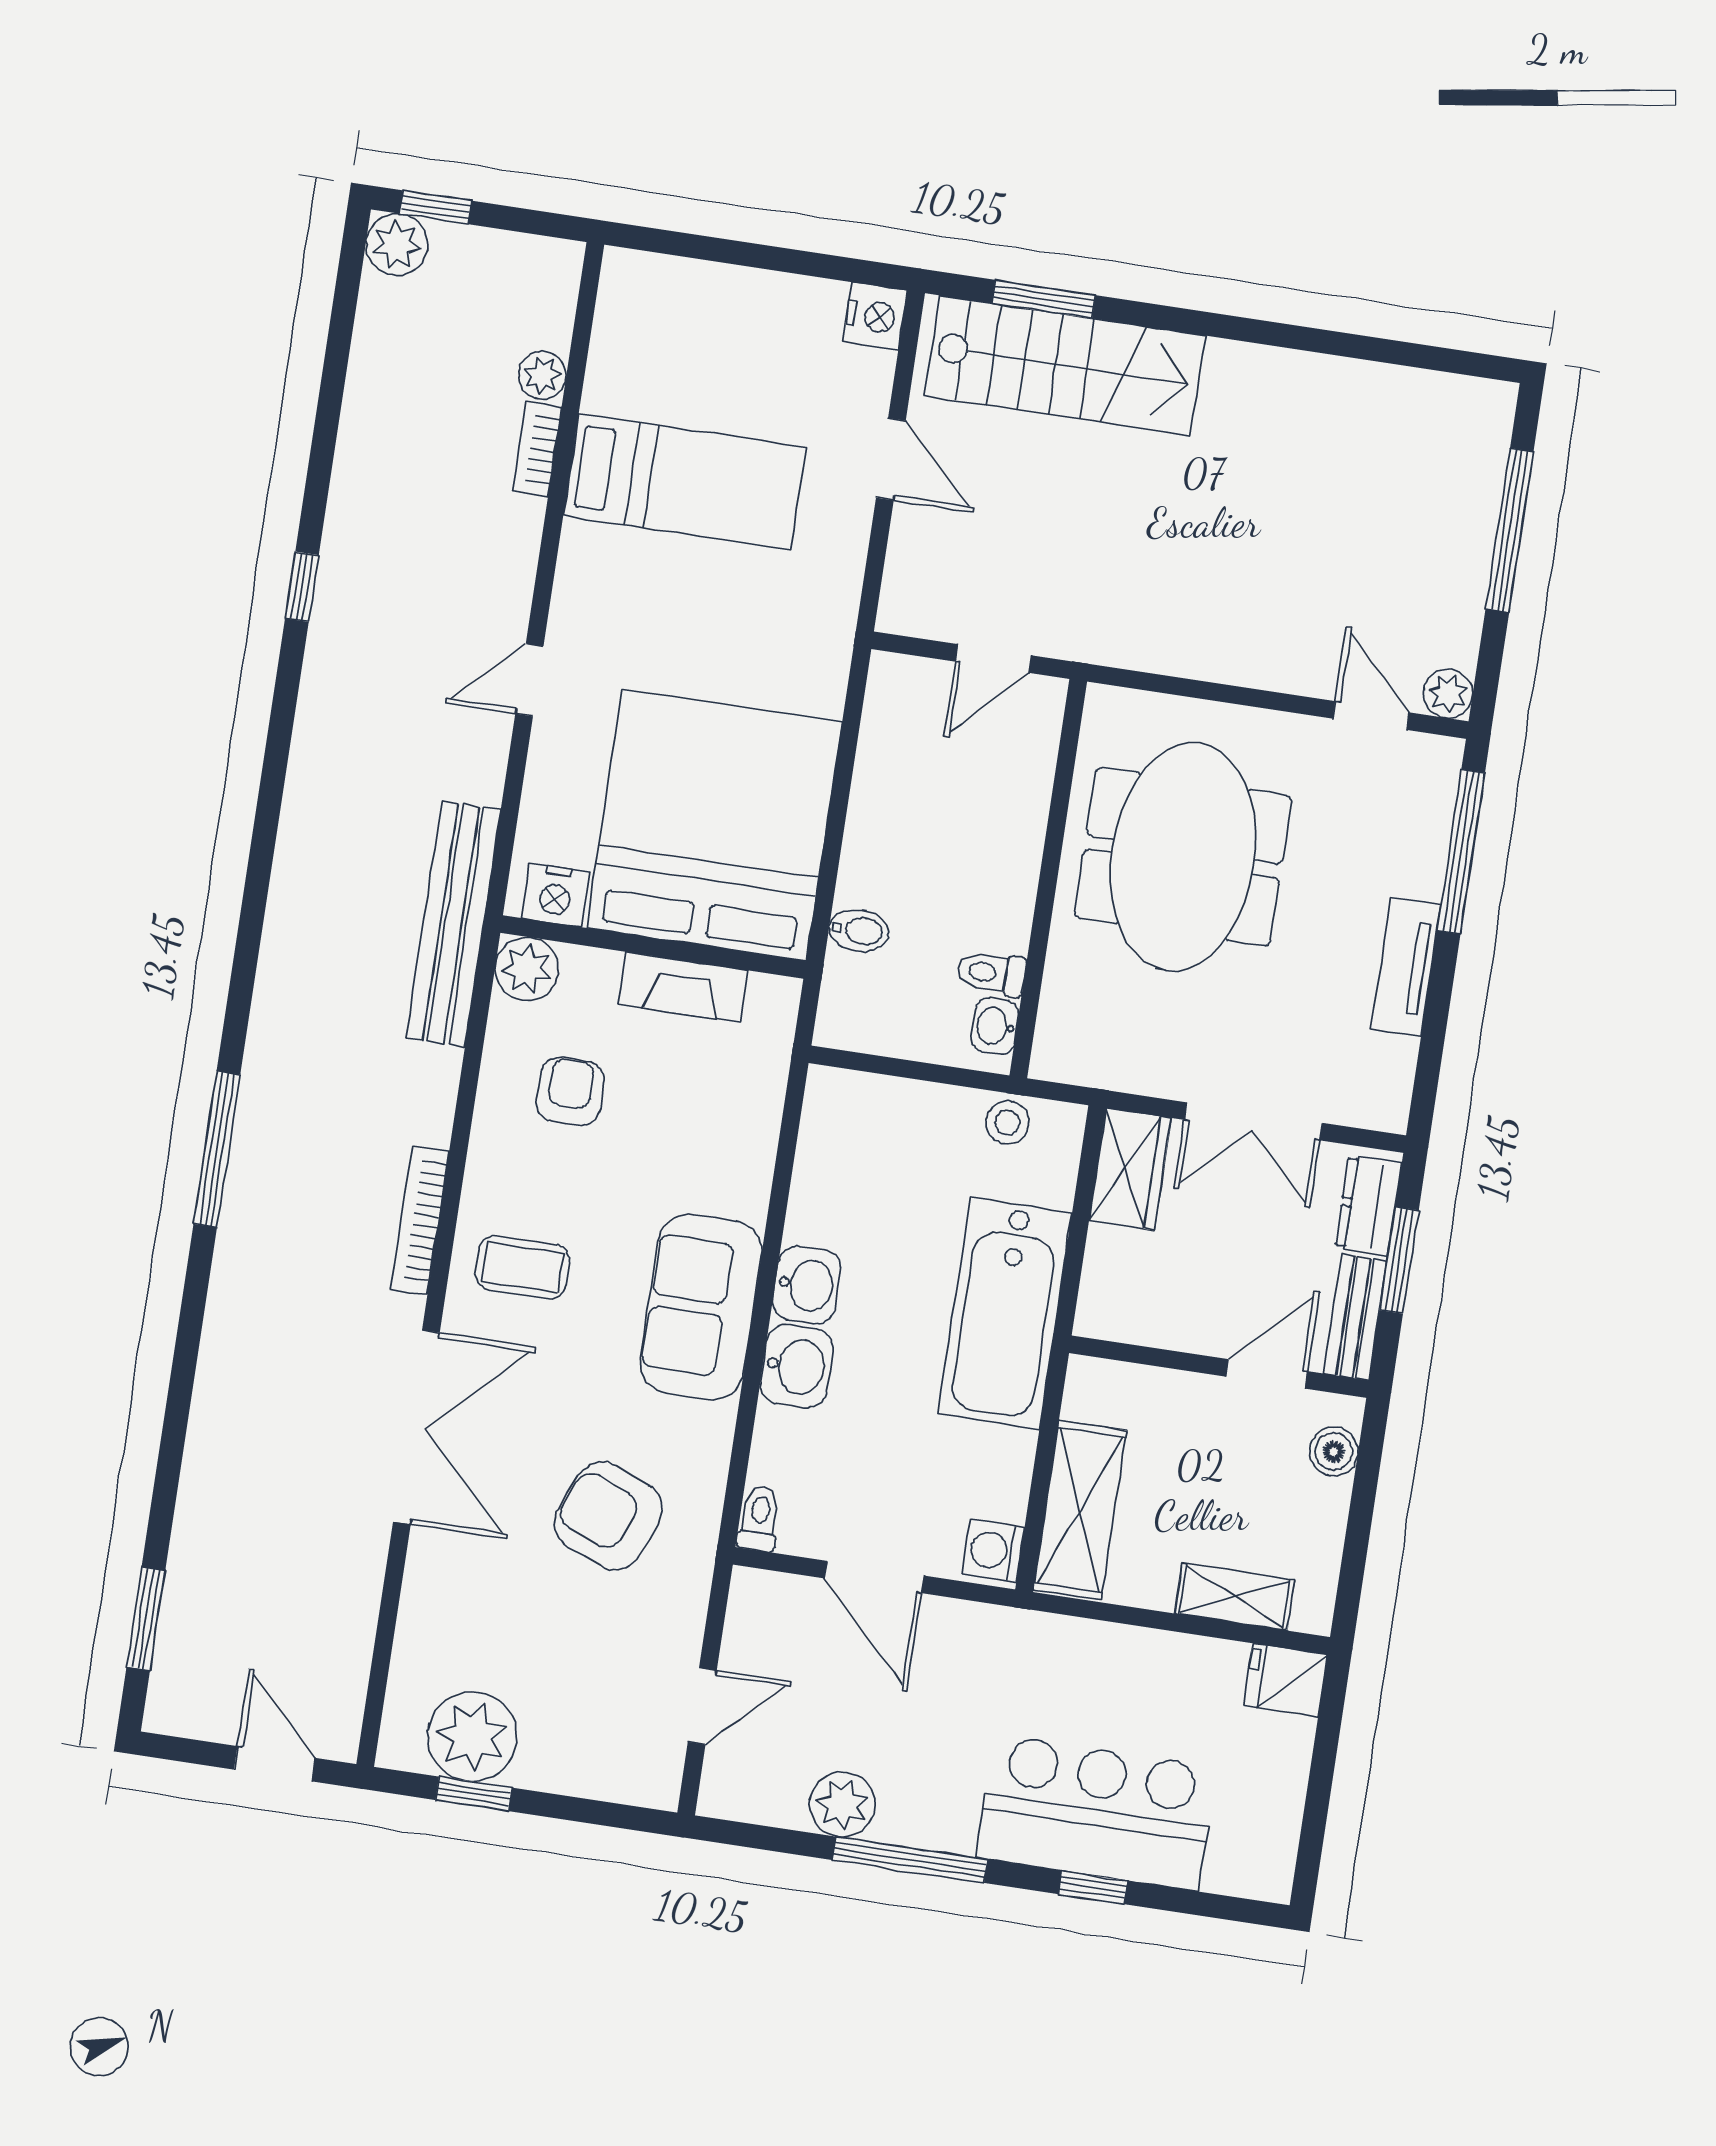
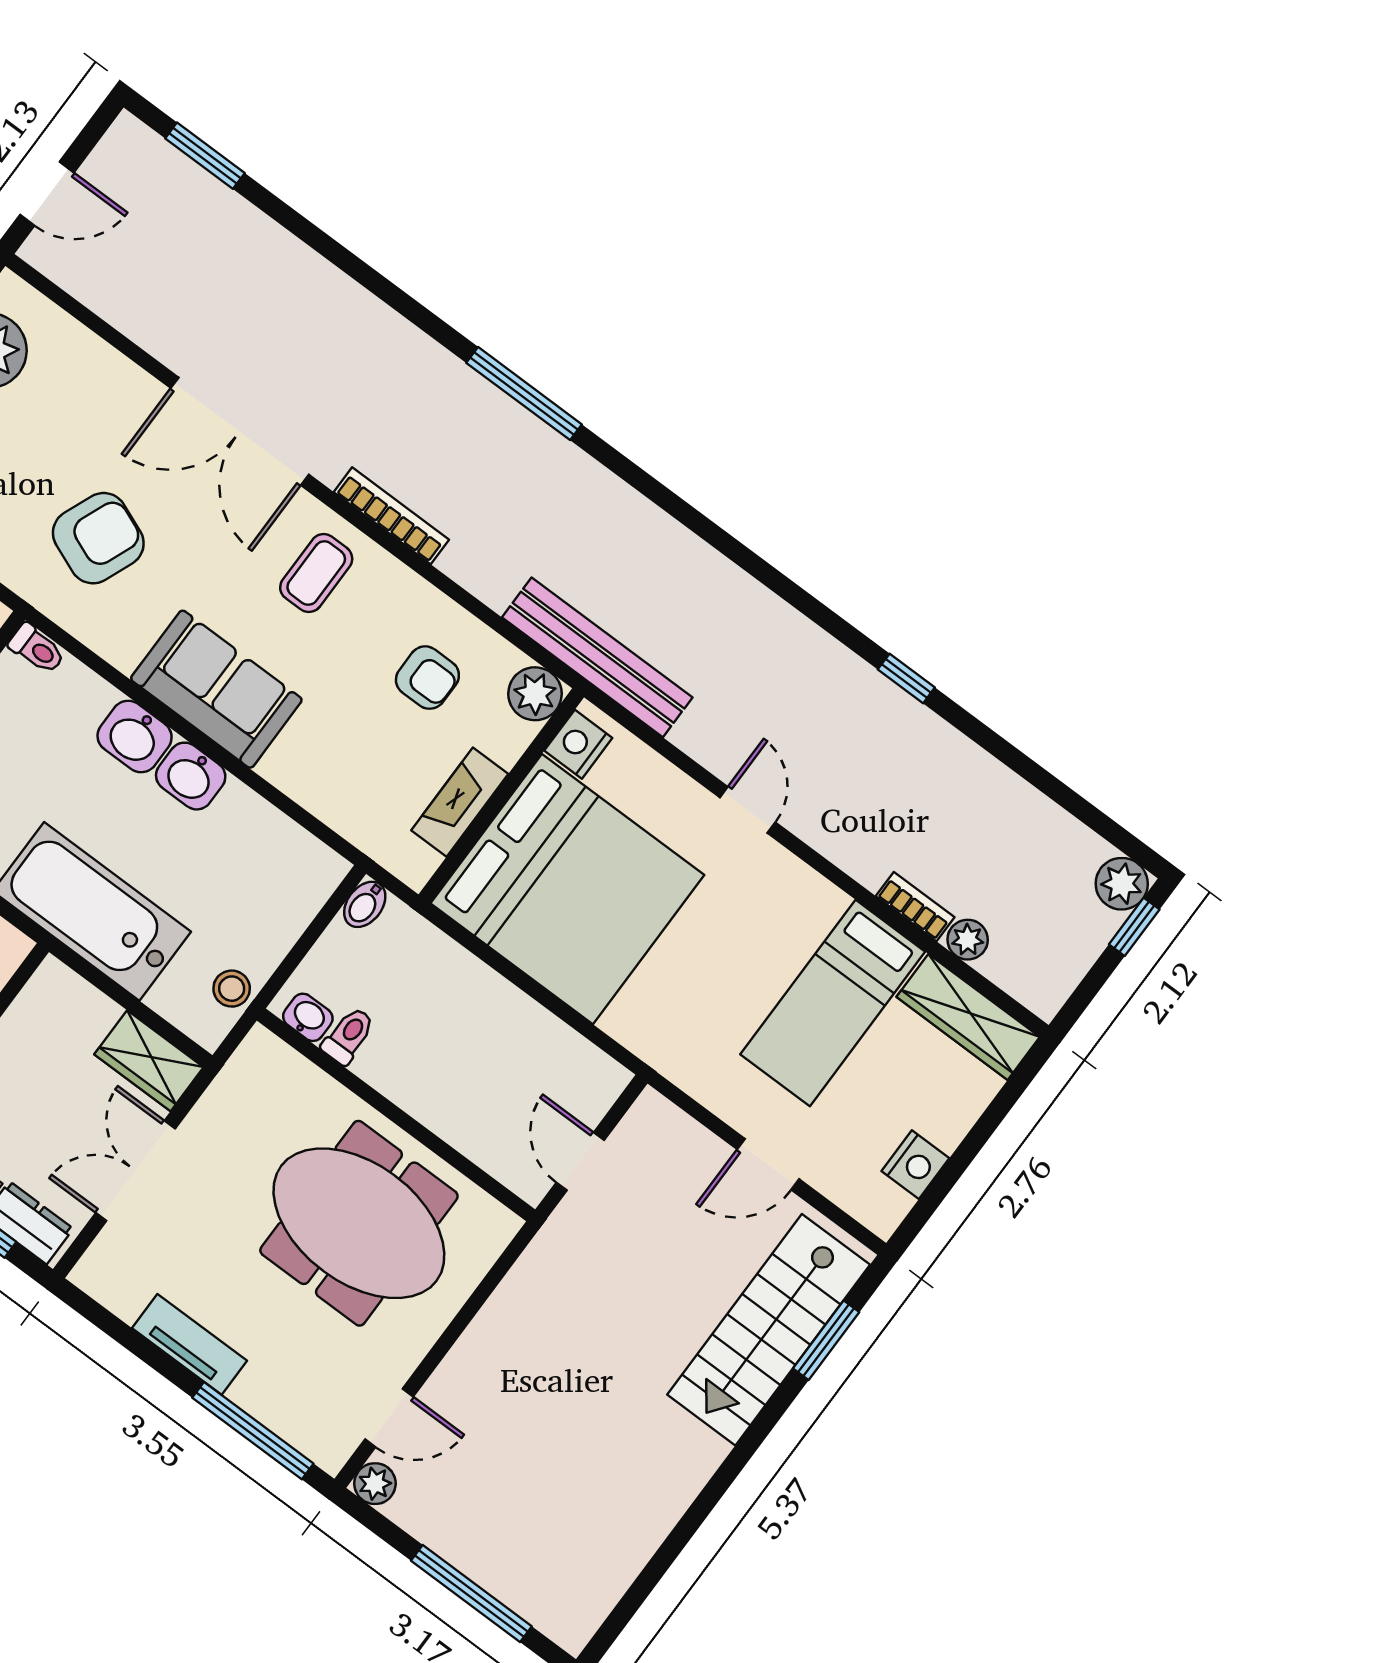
nightstand: (875, 316) -> (915, 1165), moved, turned -90
wardrobe: (624, 331) -> (968, 1017), added
bidet: (859, 931) -> (365, 904), moved

